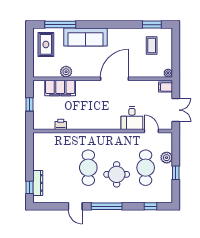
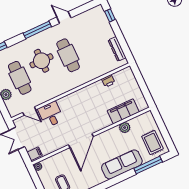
window: (29, 104) -> (143, 86), removed
dresser: (38, 183) -> (117, 49), moved

